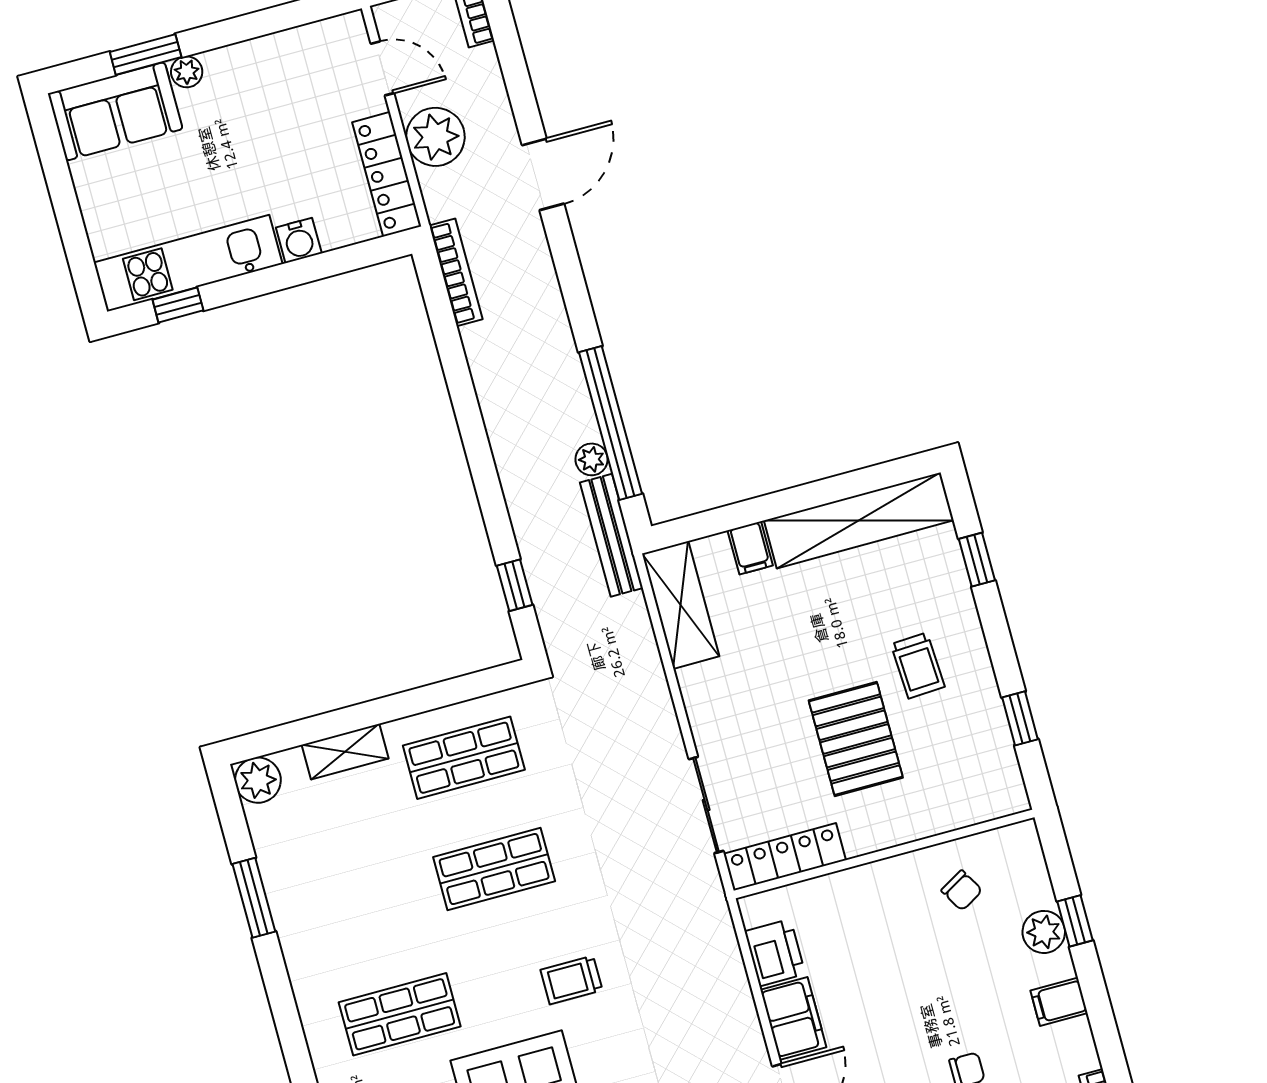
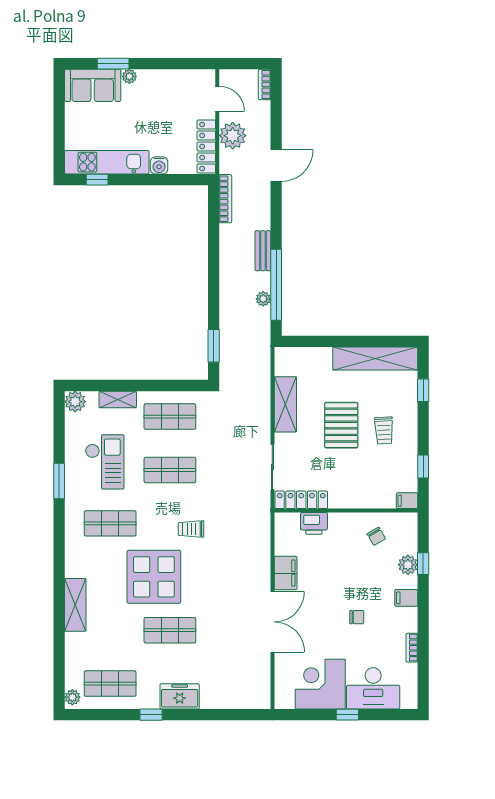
bench: (611, 535) -> (263, 251), moved, width x0.73
filing cabinet: (750, 548) -> (407, 501), moved, turned 90
window: (515, 585) -> (214, 346), width x1.50
shelving: (681, 605) -> (285, 404), moved
pallet: (856, 739) -> (341, 425), moved
checkout: (353, 889) -> (105, 462), added
window: (254, 898) -> (59, 481), moved
printer: (775, 953) -> (314, 523), moved, turned 90

